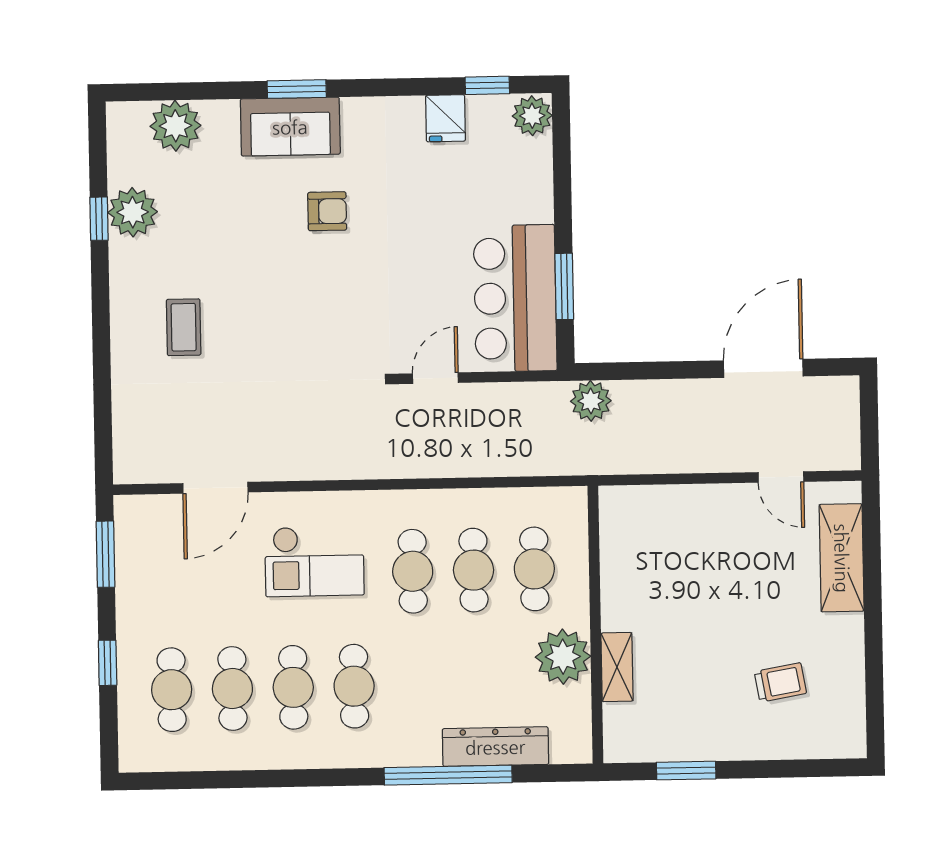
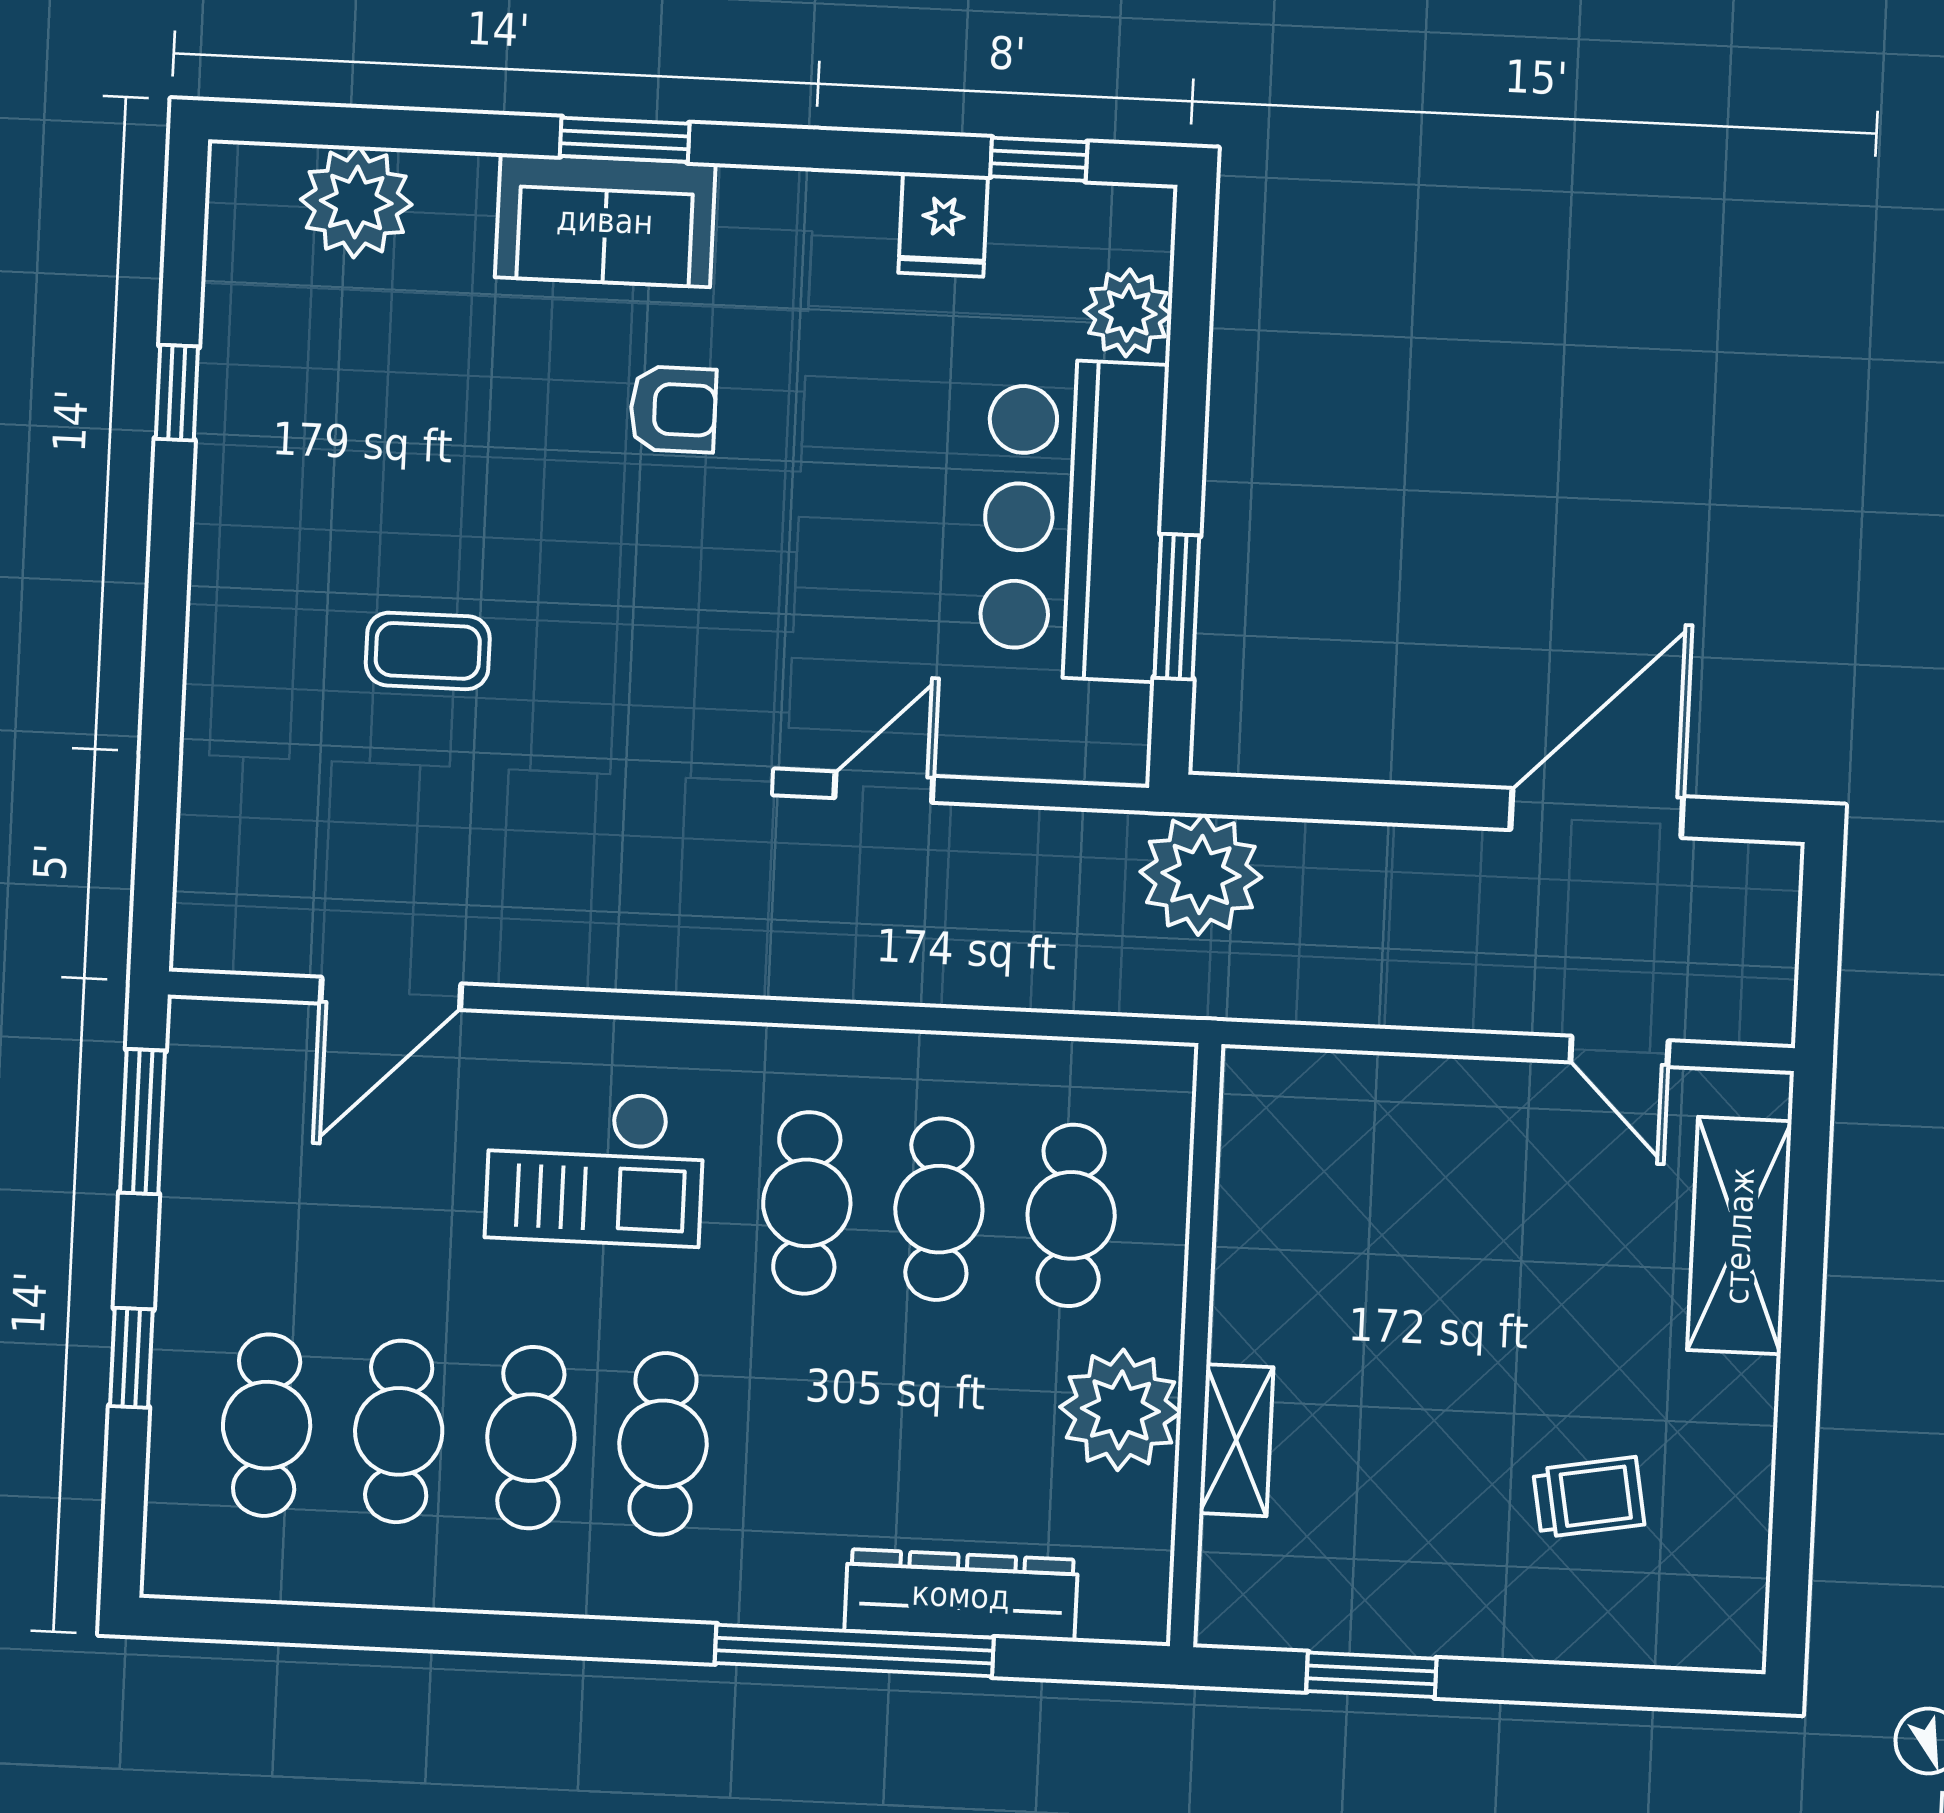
plant: (532, 116) -> (1128, 313), moved
plant: (133, 212) -> (251, 383), removed
bar counter: (515, 298) -> (1074, 519), moved
coffee table: (184, 327) -> (428, 651), moved, turned 90
plant: (591, 401) -> (1201, 874), width x1.36, depth x1.36

